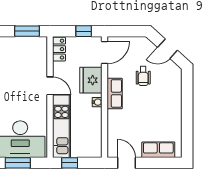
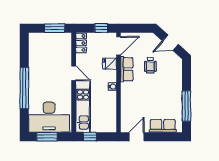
fridge: (91, 80) -> (110, 63), width x0.53, depth x0.75
row of seats: (115, 93) -> (127, 69), moved
window: (187, 126) -> (186, 106), added
door: (127, 163) -> (137, 137), hinge flipped

